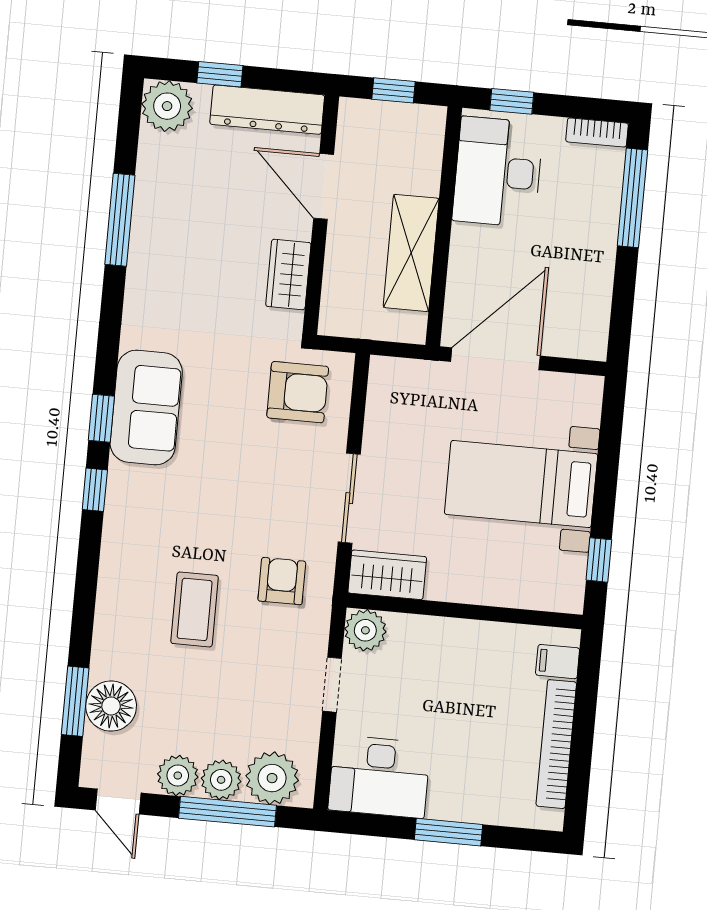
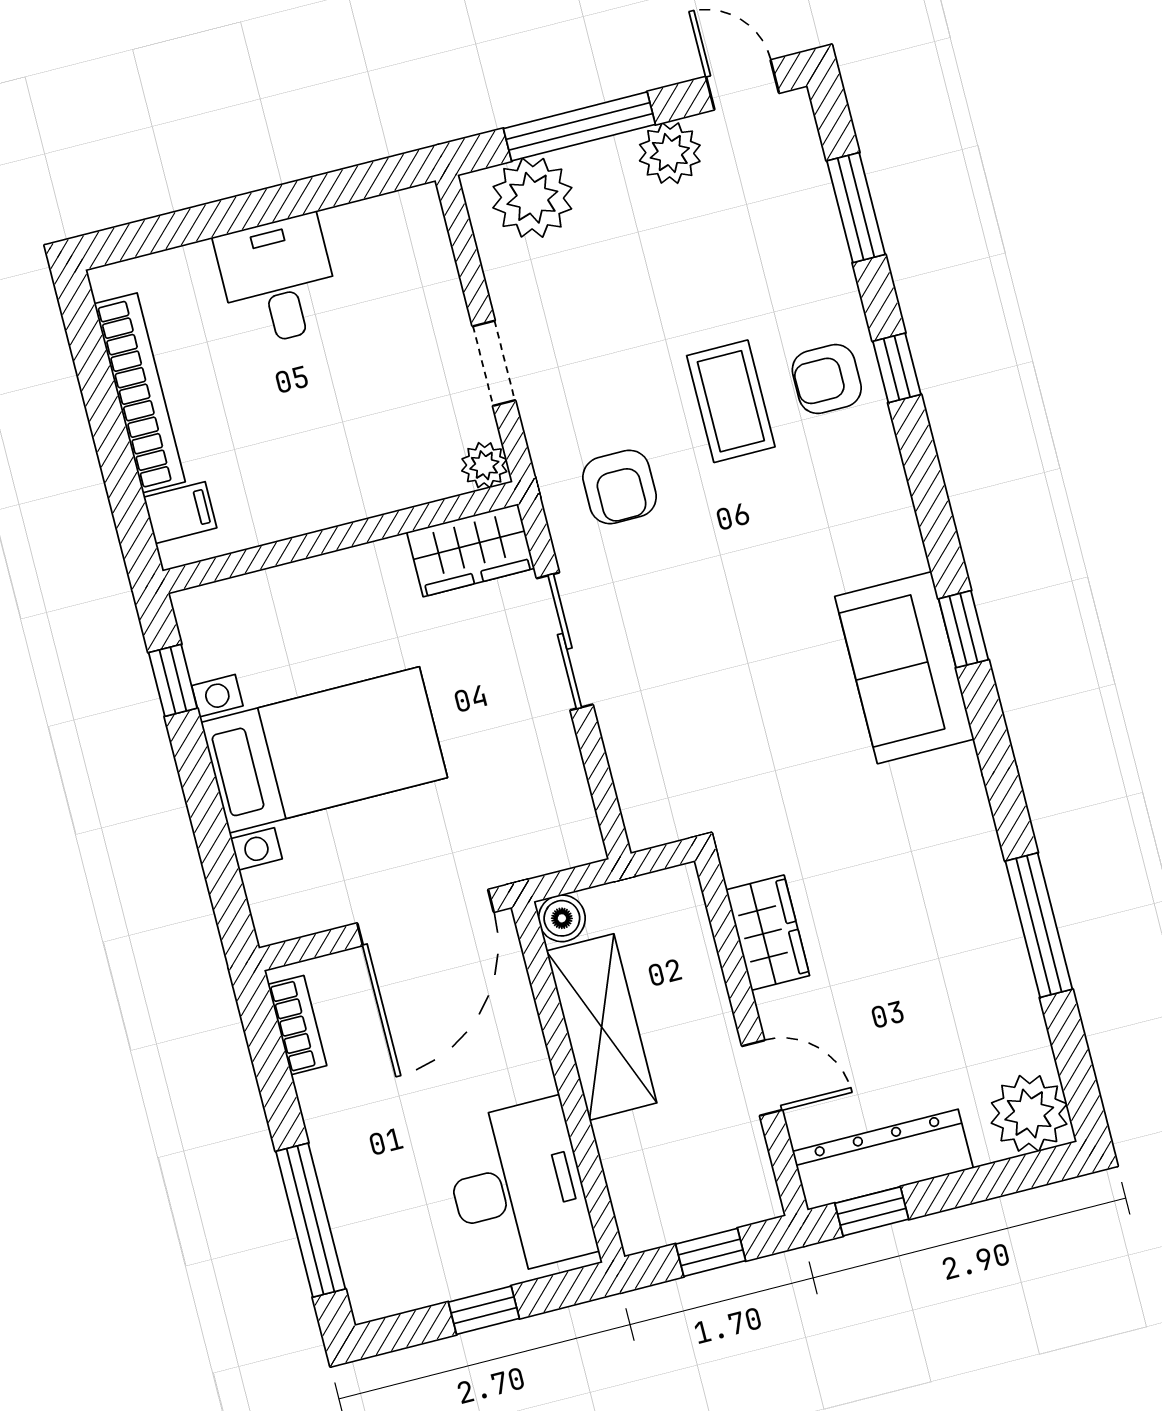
window: (220, 74) -> (872, 1211), moved
window: (512, 101) -> (484, 1310), moved
bookcase: (597, 132) -> (297, 1025), moved, turned 90
door: (324, 186) -> (762, 1078), width x0.73
boiler: (412, 328) -> (562, 918), added
armchair: (298, 392) -> (827, 379), moved, width x0.72, depth x0.72
window: (95, 490) -> (897, 368), moved
plant: (365, 630) -> (484, 465), width x0.73, depth x0.73
floor lamp: (111, 706) -> (802, 219), removed
desk: (379, 777) -> (278, 280), moved, width x0.73
plant: (221, 780) -> (605, 169), removed
window: (448, 832) -> (250, 210), removed

